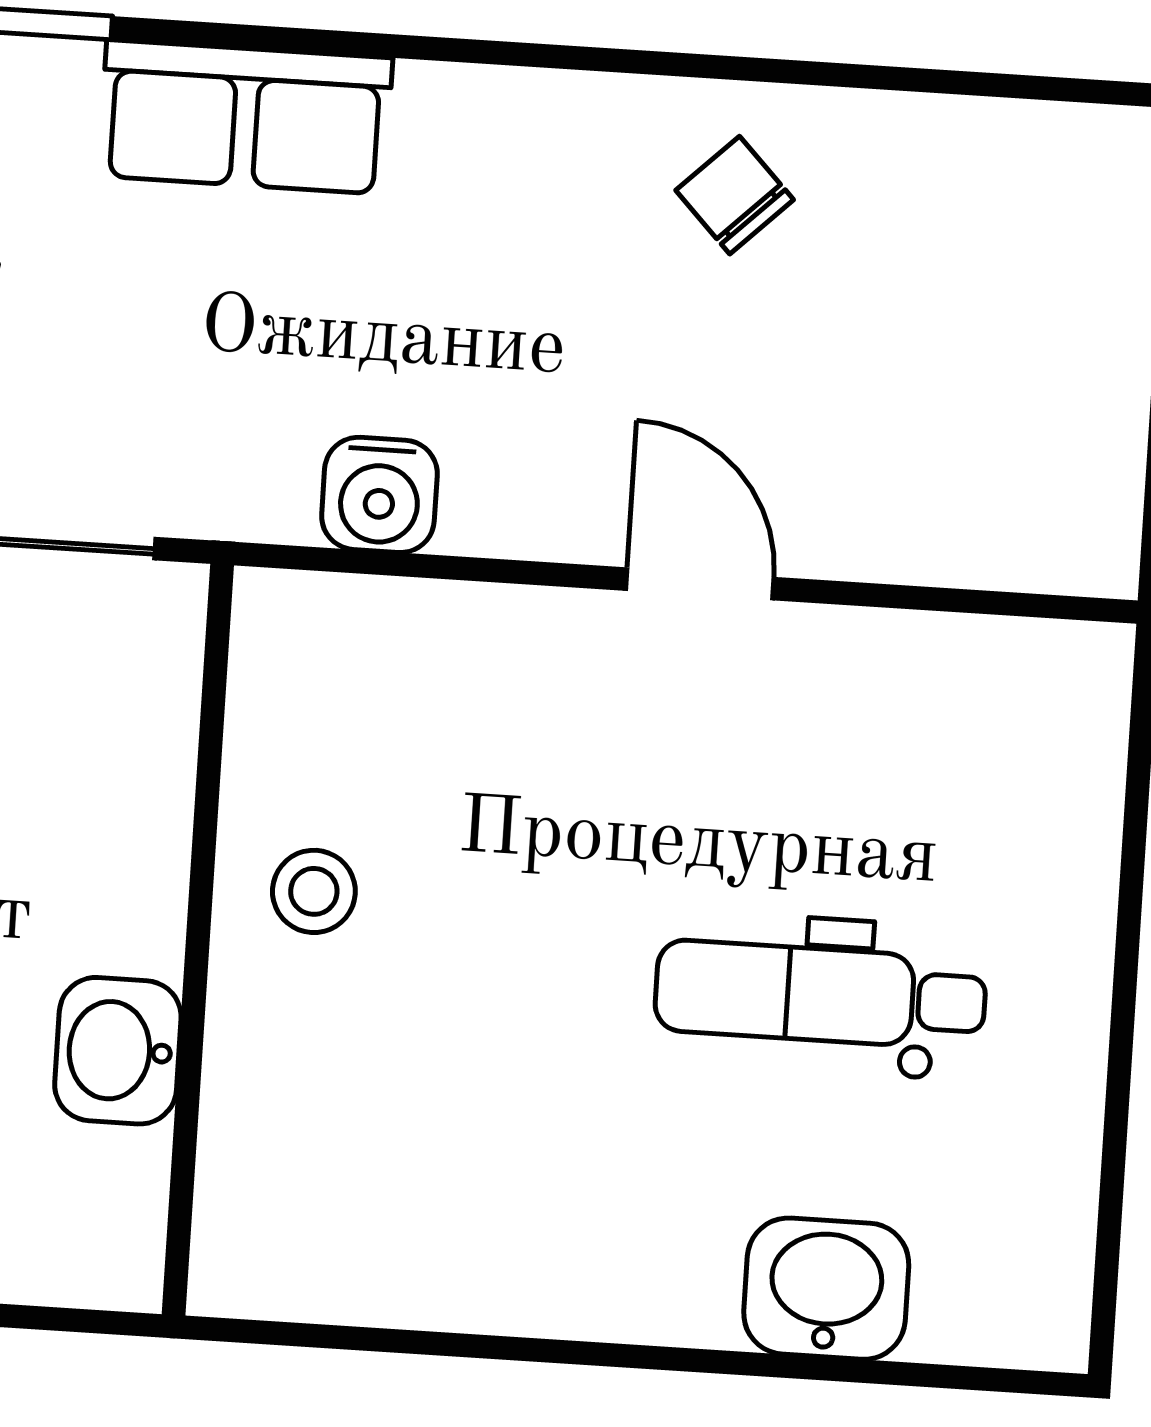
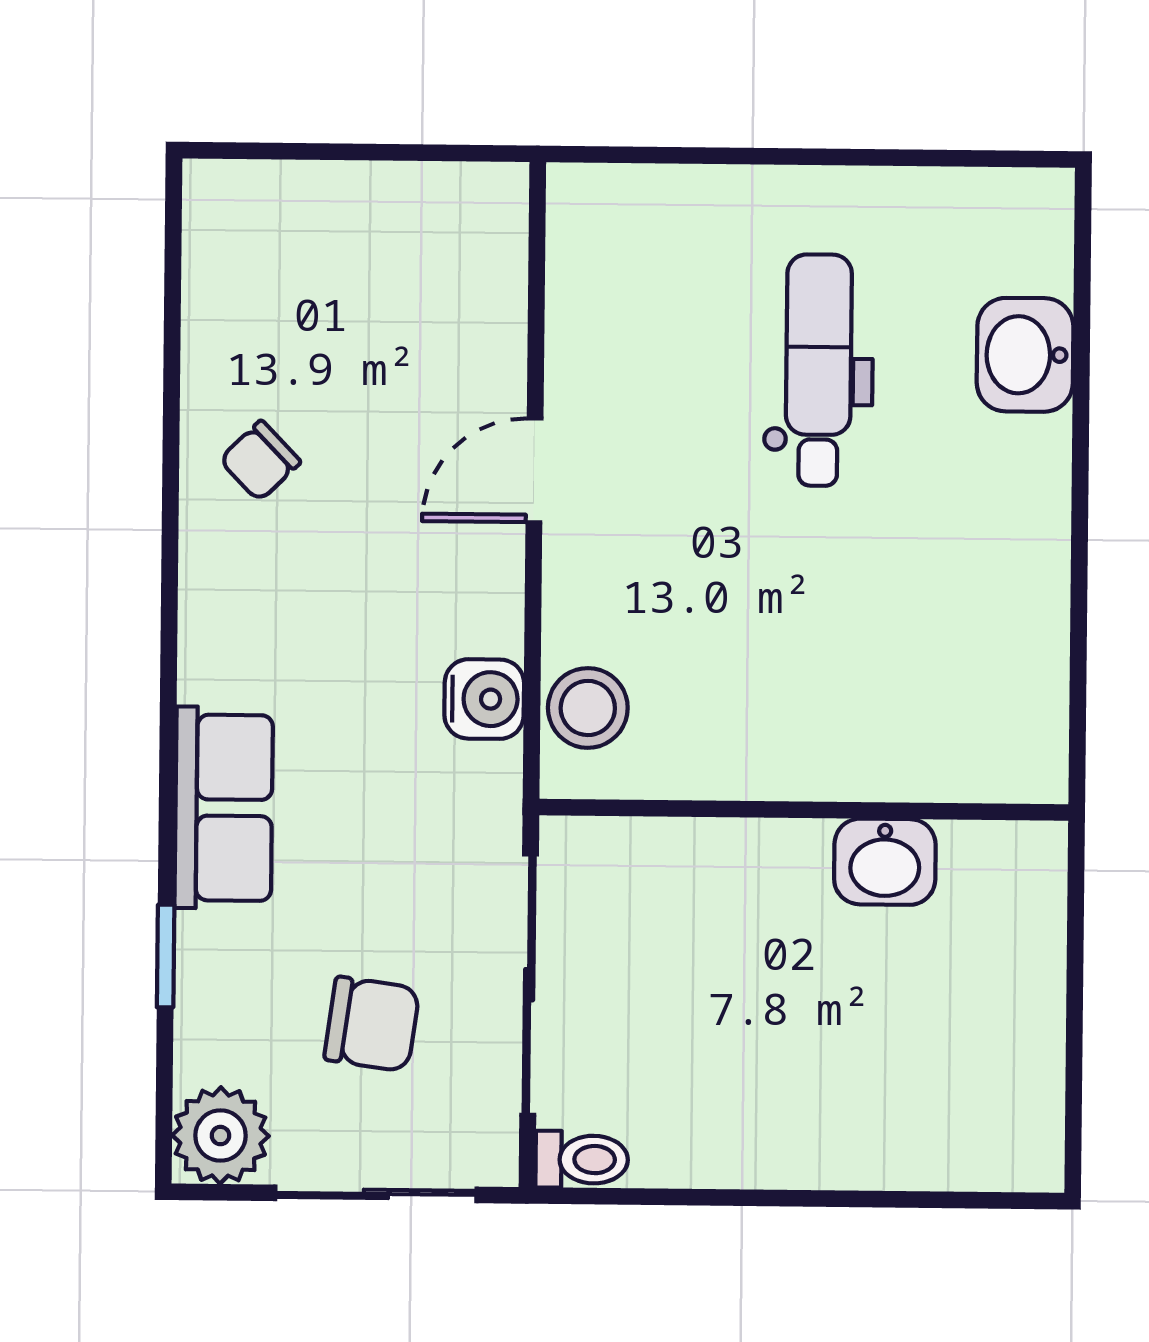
stool: (314, 891) -> (588, 708), moved, width x1.37, depth x1.37
dental chair: (820, 995) -> (819, 370), turned 180

